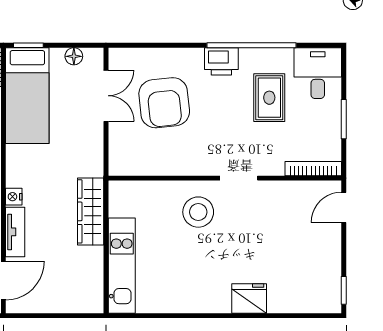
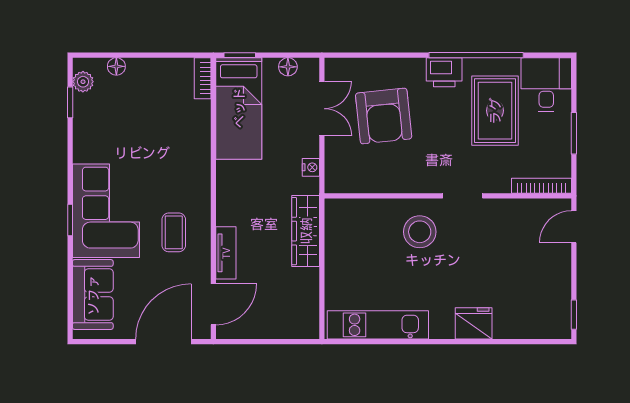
rug: (269, 98) -> (495, 111), width x1.36, depth x1.43
nightstand: (14, 197) -> (311, 167), moved, turned 180
kitchen unit: (122, 266) -> (378, 325), moved, turned -90

